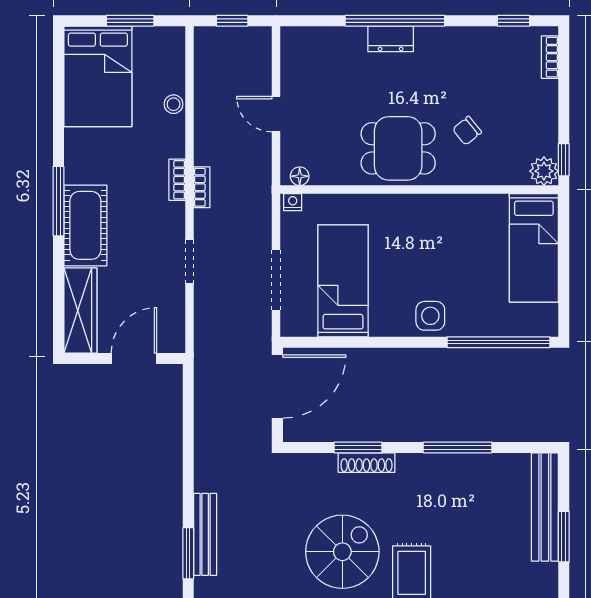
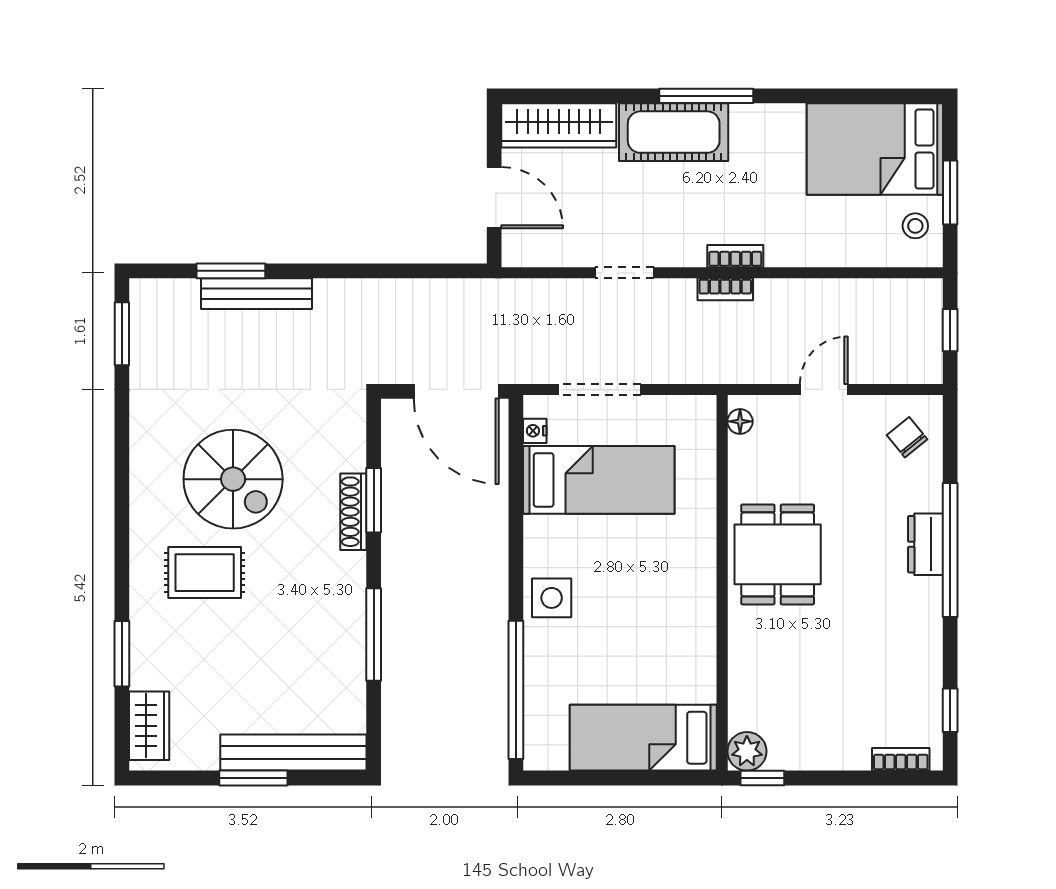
stool: (174, 104) -> (915, 226), moved
chair: (467, 131) -> (907, 437), moved
nightstand: (293, 202) -> (535, 431), moved, turned 180

